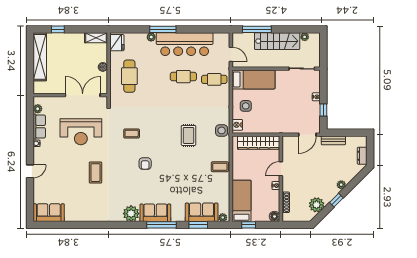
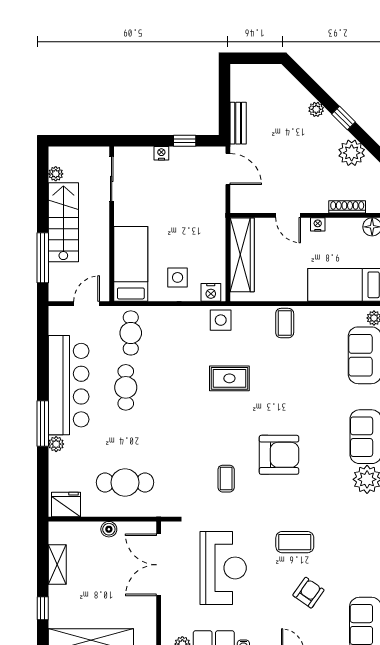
shelving: (96, 38) -> (57, 565), moved
dresser: (362, 156) -> (265, 72), removed
armchair: (145, 164) -> (279, 455), width x1.88, depth x1.88
armchair: (67, 180) -> (308, 593), added

